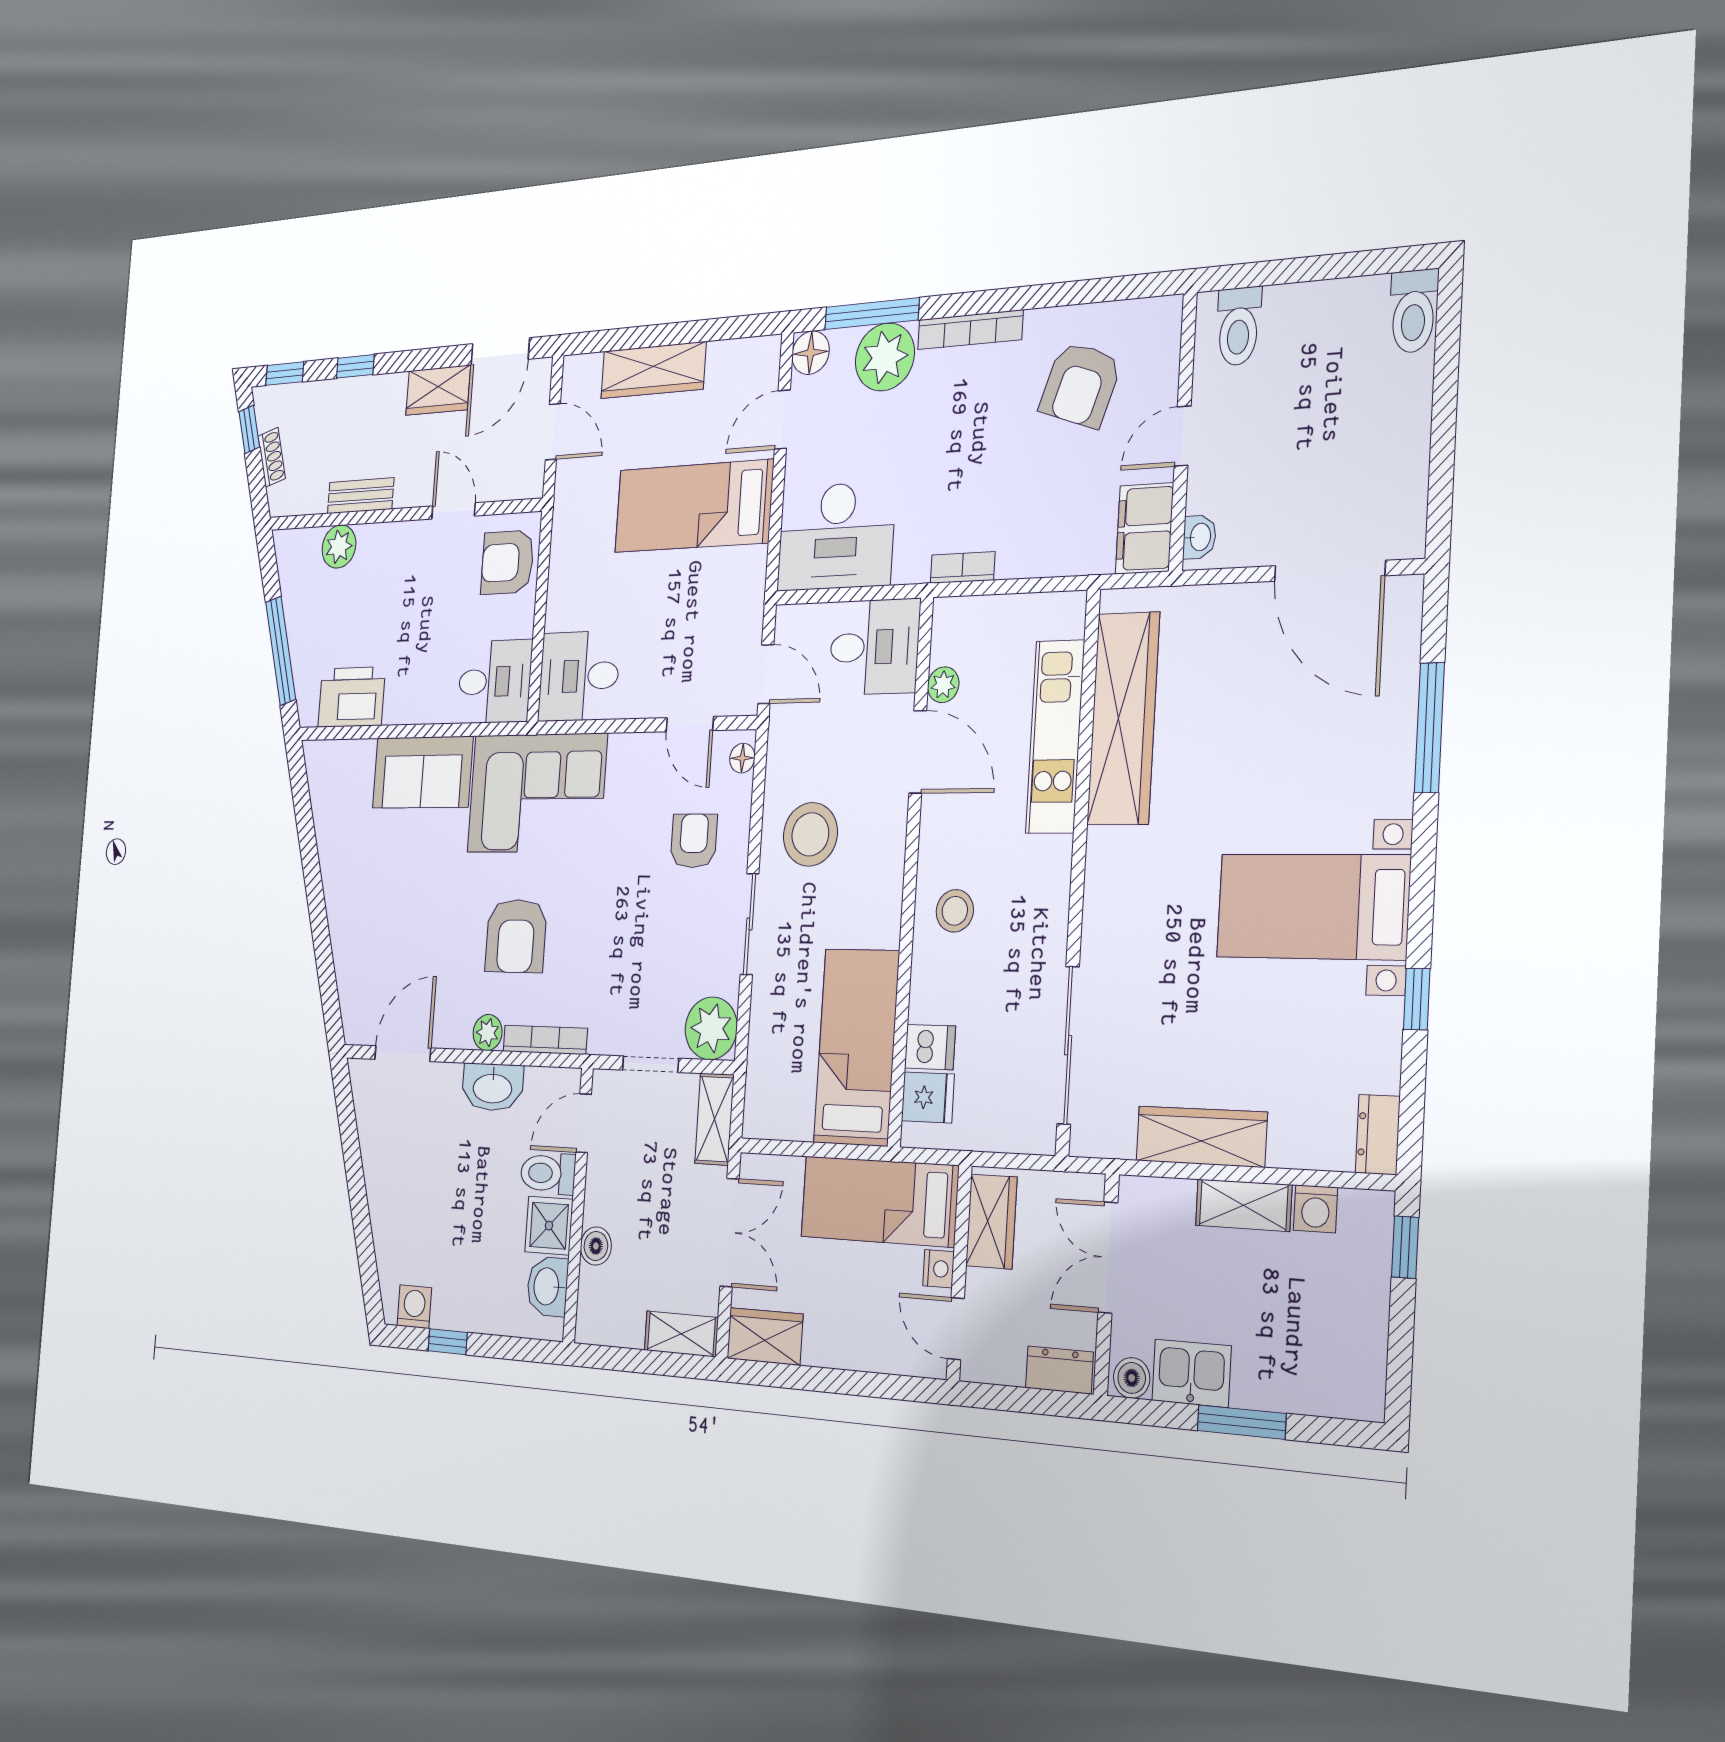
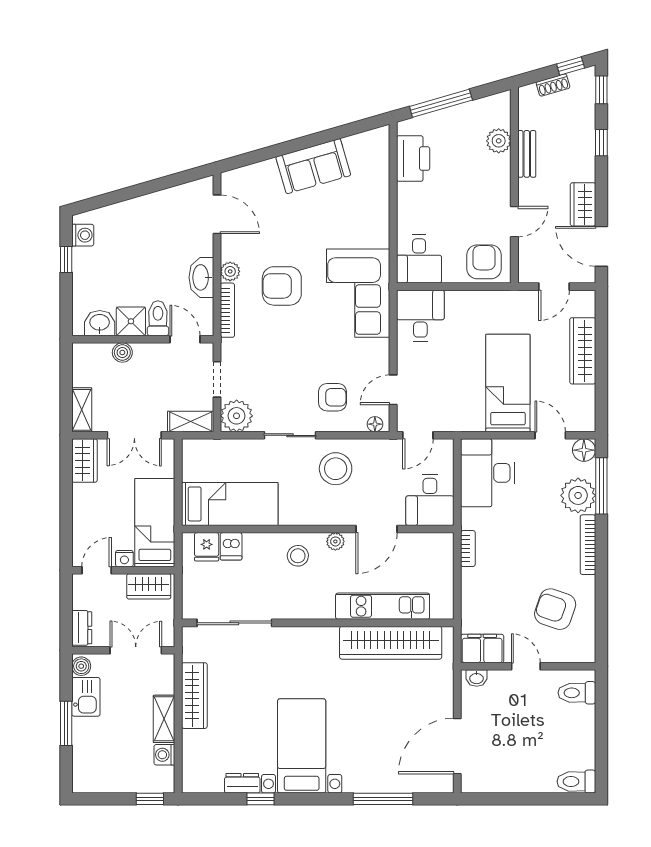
plant: (943, 685) -> (335, 541), moved
sofa: (423, 772) -> (313, 166), moved, turned -106
dresser: (1378, 1135) -> (242, 783), moved

